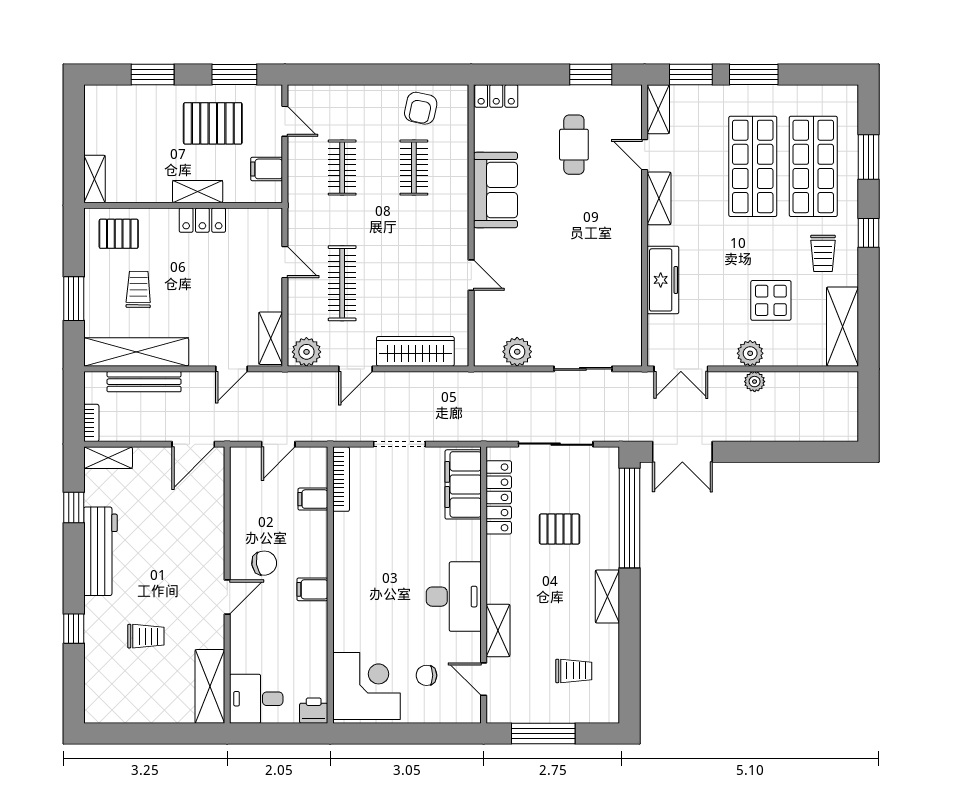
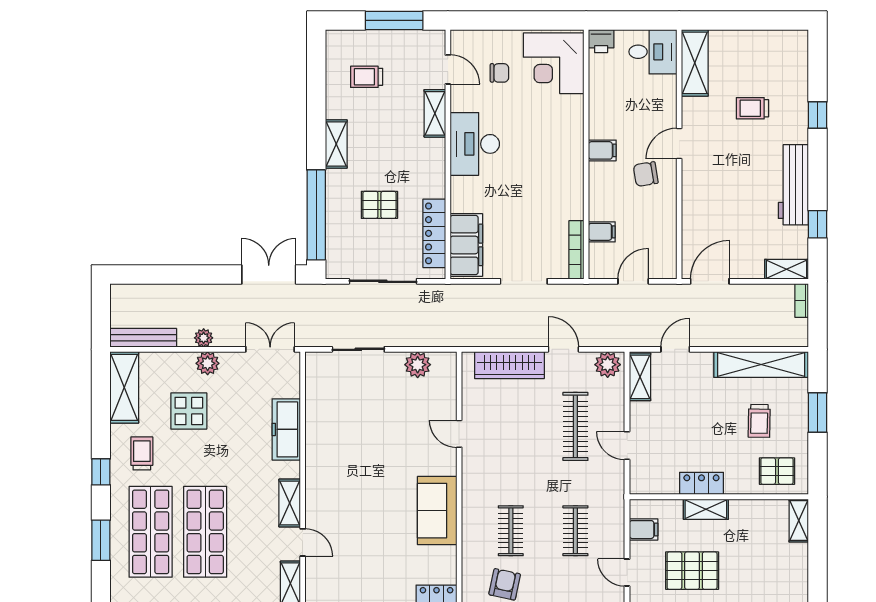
cafe table: (574, 145) -> (366, 551), removed
door: (355, 369) -> (563, 349), hinge flipped
bench: (144, 382) -> (143, 338), moved

